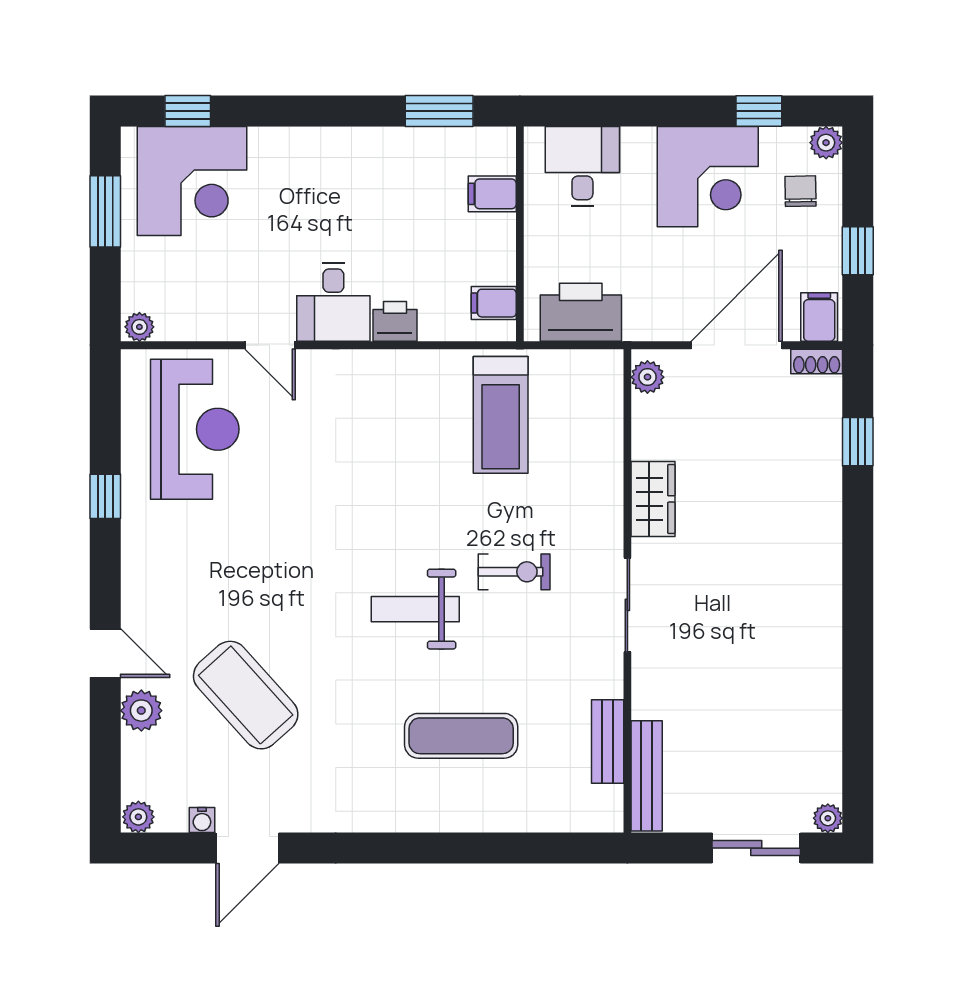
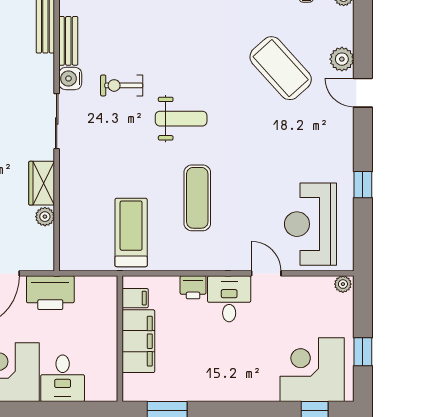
desk: (582, 166) -> (63, 378), moved
filing cabinet: (492, 194) -> (138, 341), width x3.00, depth x1.17
window: (105, 211) -> (363, 352), width x0.67
printer: (581, 312) -> (50, 293), moved
plant: (647, 377) -> (45, 217), moved
exercise bike: (514, 572) -> (122, 85), moved
water cooler: (604, 677) -> (70, 79), added
exercise mat: (461, 736) -> (197, 198), moved, turned 90

